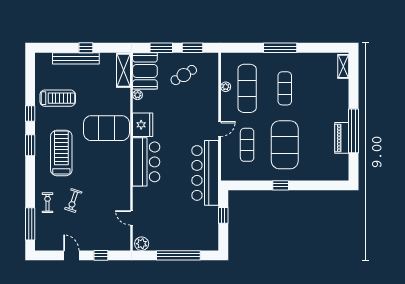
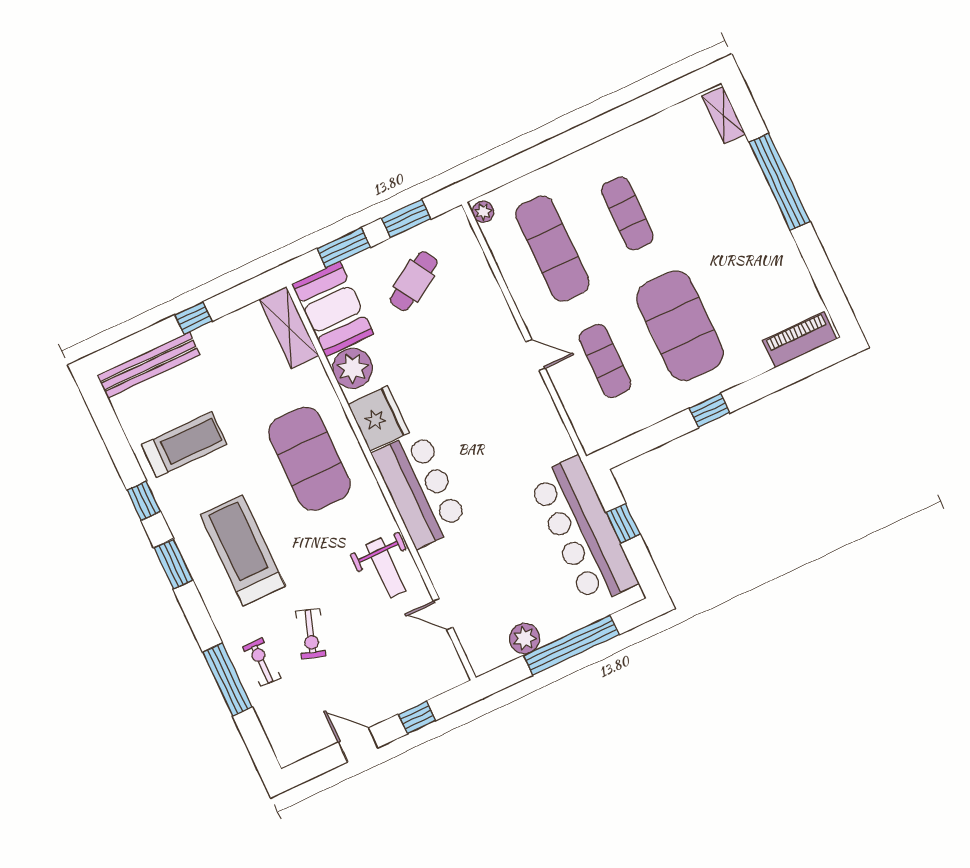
window: (280, 48) -> (580, 137), removed
bench: (76, 58) -> (148, 365), moved
plant: (226, 87) -> (483, 212), moved
plant: (138, 95) -> (353, 368), width x1.88, depth x1.88
exercise mat: (106, 128) -> (309, 459), turned 90
door: (220, 129) -> (535, 355), hinge flipped
window: (354, 131) -> (779, 182), moved
piano: (342, 138) -> (800, 340), moved, turned 90
bar counter: (205, 173) -> (583, 531), moved
weight bench: (117, 188) -> (386, 568), added
window: (30, 224) -> (227, 680), moved
plant: (142, 244) -> (525, 638), moved

